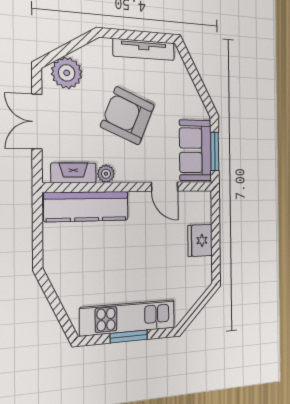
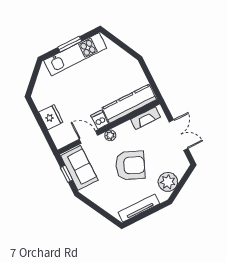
plant: (67, 73) -> (168, 182), moved
window: (215, 151) -> (67, 174), width x0.67
plant: (106, 174) -> (110, 135), moved
dishwasher: (138, 204) -> (100, 120), added

